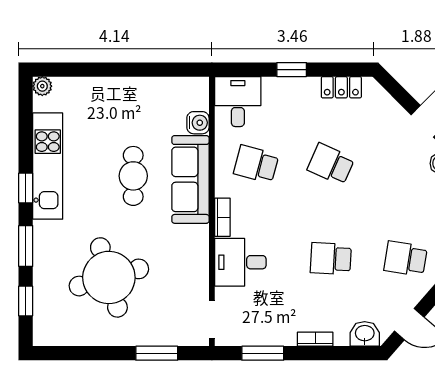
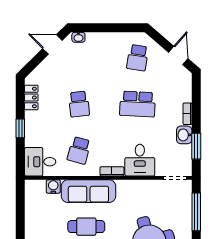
school desk: (331, 164) -> (79, 104), turned -30
school desk: (331, 259) -> (138, 104), width x1.85
washbasin: (365, 334) -> (184, 135), moved
window: (157, 353) -> (196, 212), width x1.44

